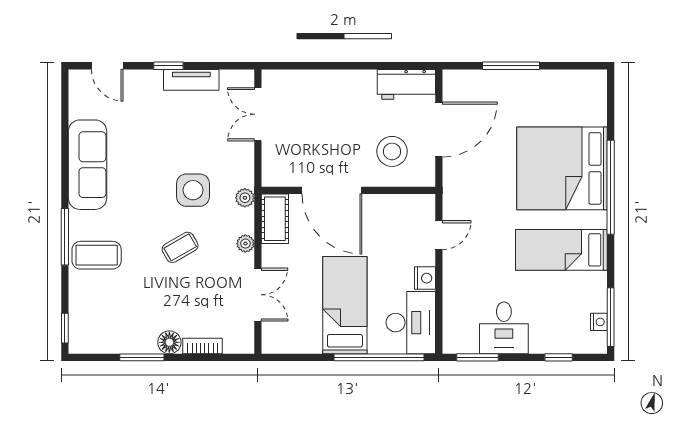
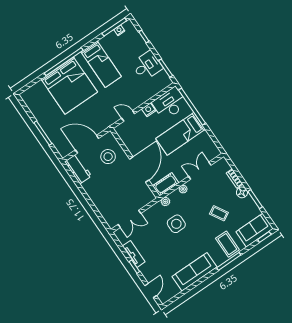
coffee table: (180, 247) -> (219, 213), moved
sofa: (88, 319) -> (255, 230), added

